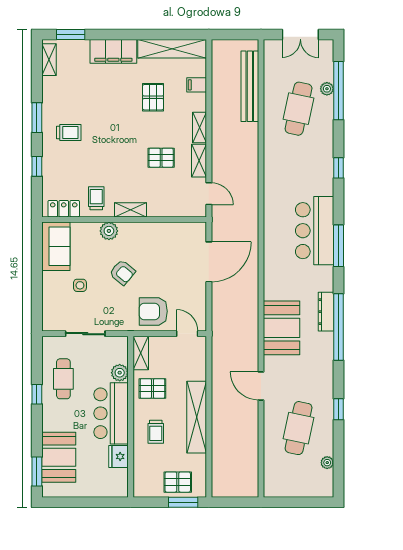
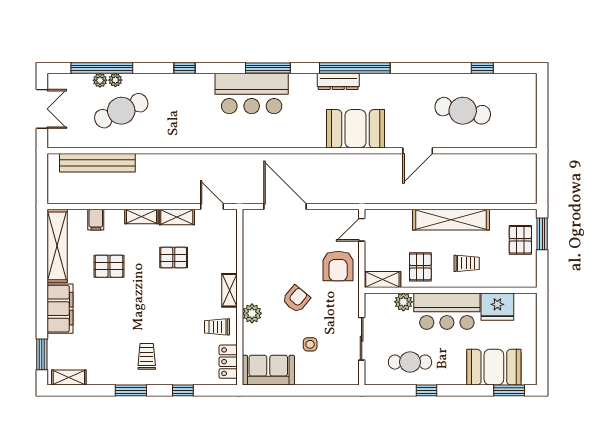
cafe table: (299, 109) -> (121, 111), turned -36
pallet: (161, 158) -> (174, 258), turned 90
door: (209, 194) -> (212, 207), hinge flipped
window: (338, 409) -> (482, 68), moved
fridge: (119, 457) -> (497, 307), width x1.36, depth x1.34
plant: (327, 463) -> (115, 80), moved

